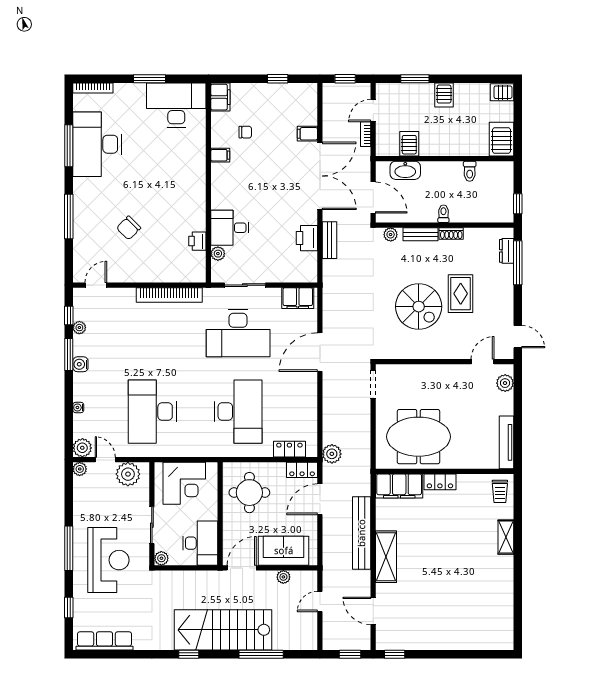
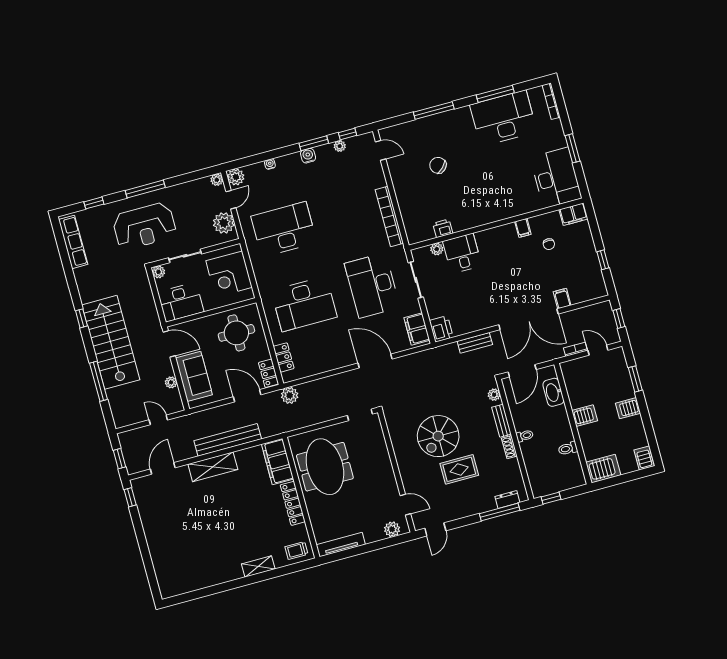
server rack: (409, 144) -> (585, 416), moved
printer: (307, 238) -> (441, 329), moved, turned 90
locker: (440, 482) -> (293, 503), width x1.53

